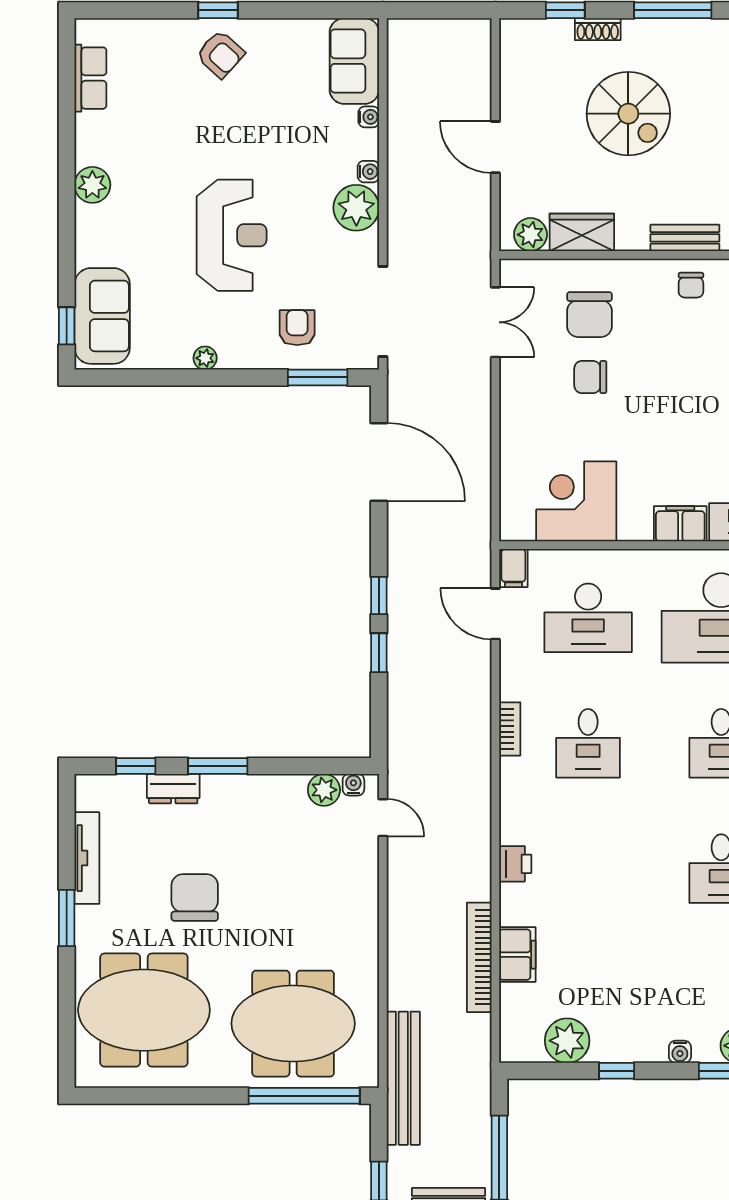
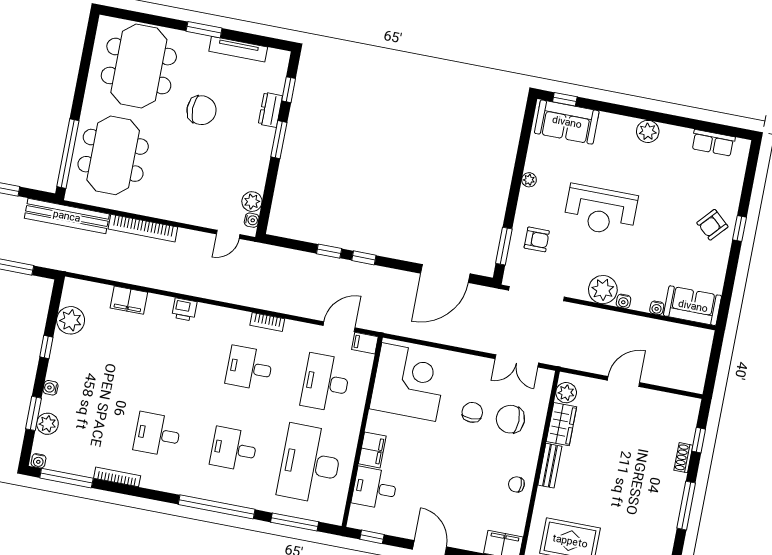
spiral stairs: (628, 114) -> (628, 466), removed
bench: (685, 238) -> (550, 466), moved
corner desk: (576, 501) -> (409, 382), width x1.36, depth x1.36
bookcase: (479, 957) -> (143, 228), moved, turned 180

